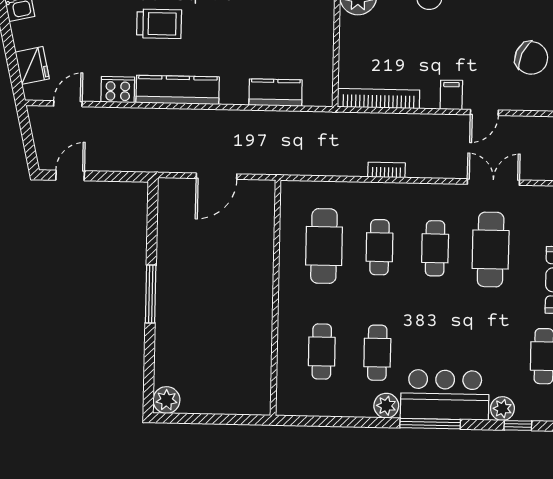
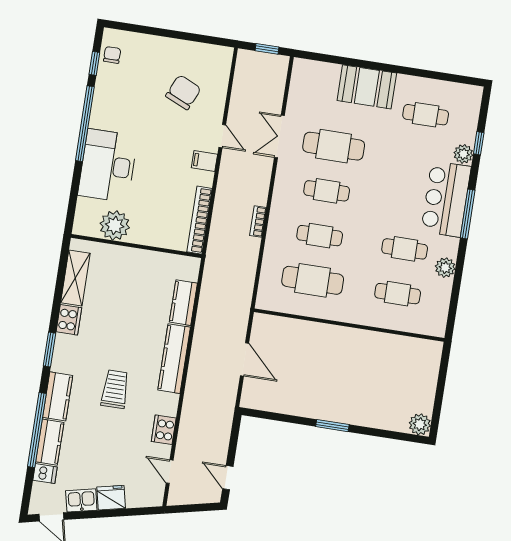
fridge: (32, 65) -> (111, 498), moved
kitchen counter: (178, 90) -> (174, 359), moved
window: (151, 294) -> (332, 426), width x0.69
plant: (386, 406) -> (445, 268), moved

